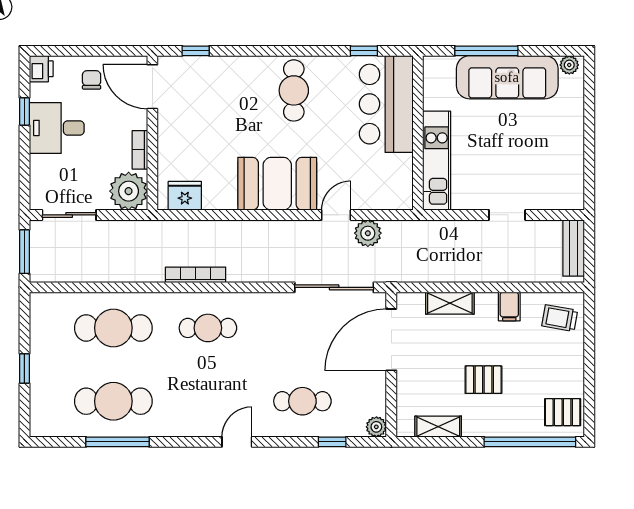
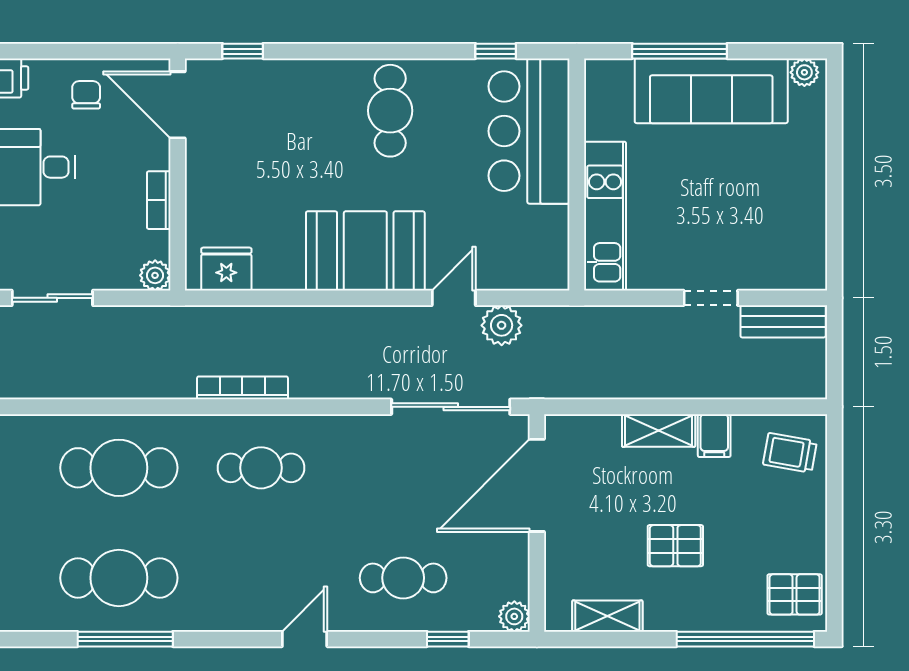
plant: (129, 191) -> (155, 275), width x0.53, depth x0.53
bench: (574, 248) -> (783, 321), moved, turned 90
shelving: (450, 303) -> (659, 430), moved

